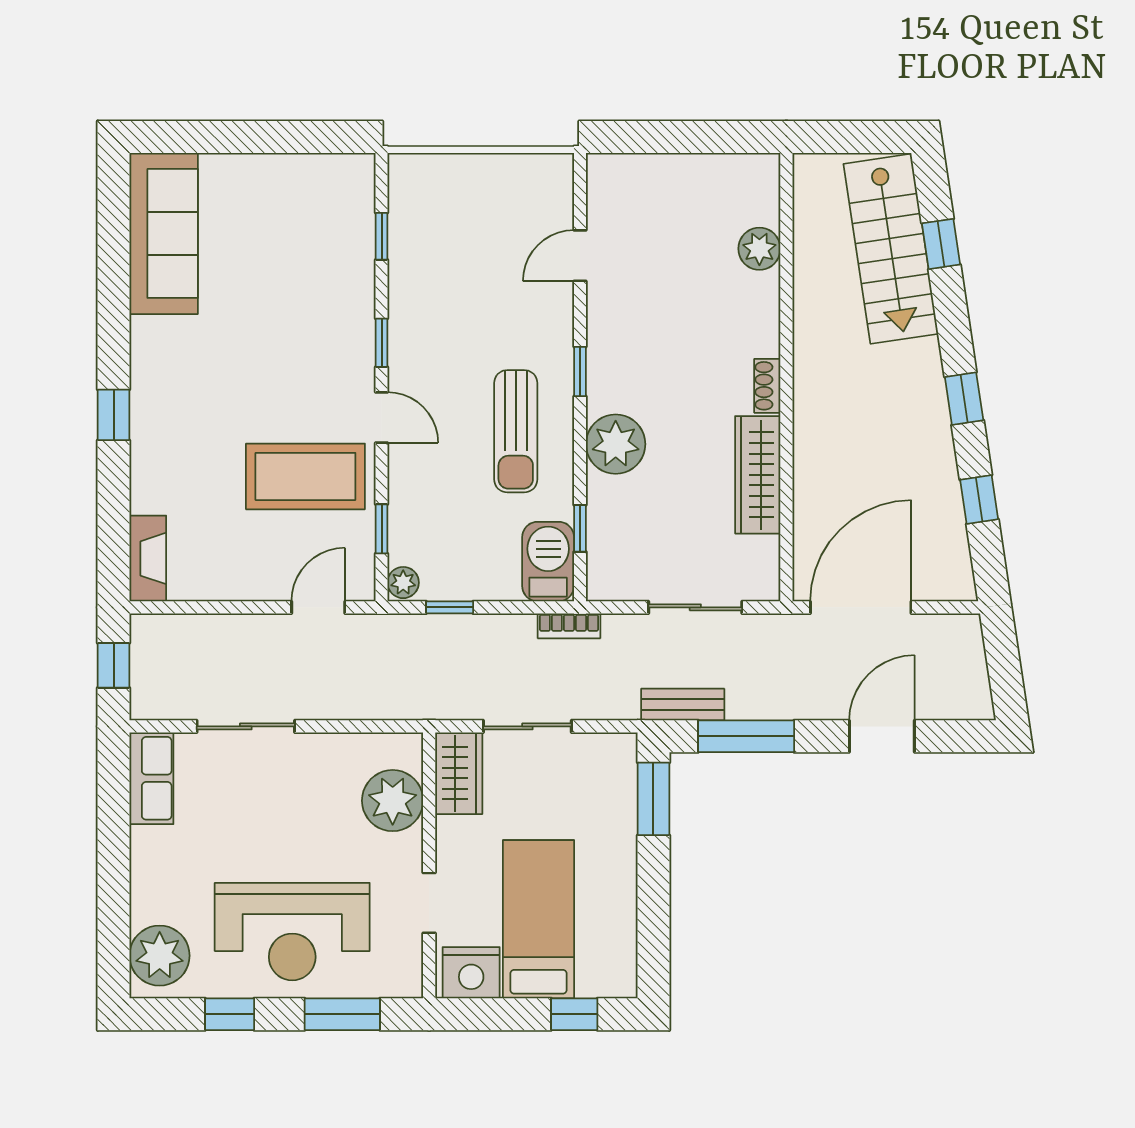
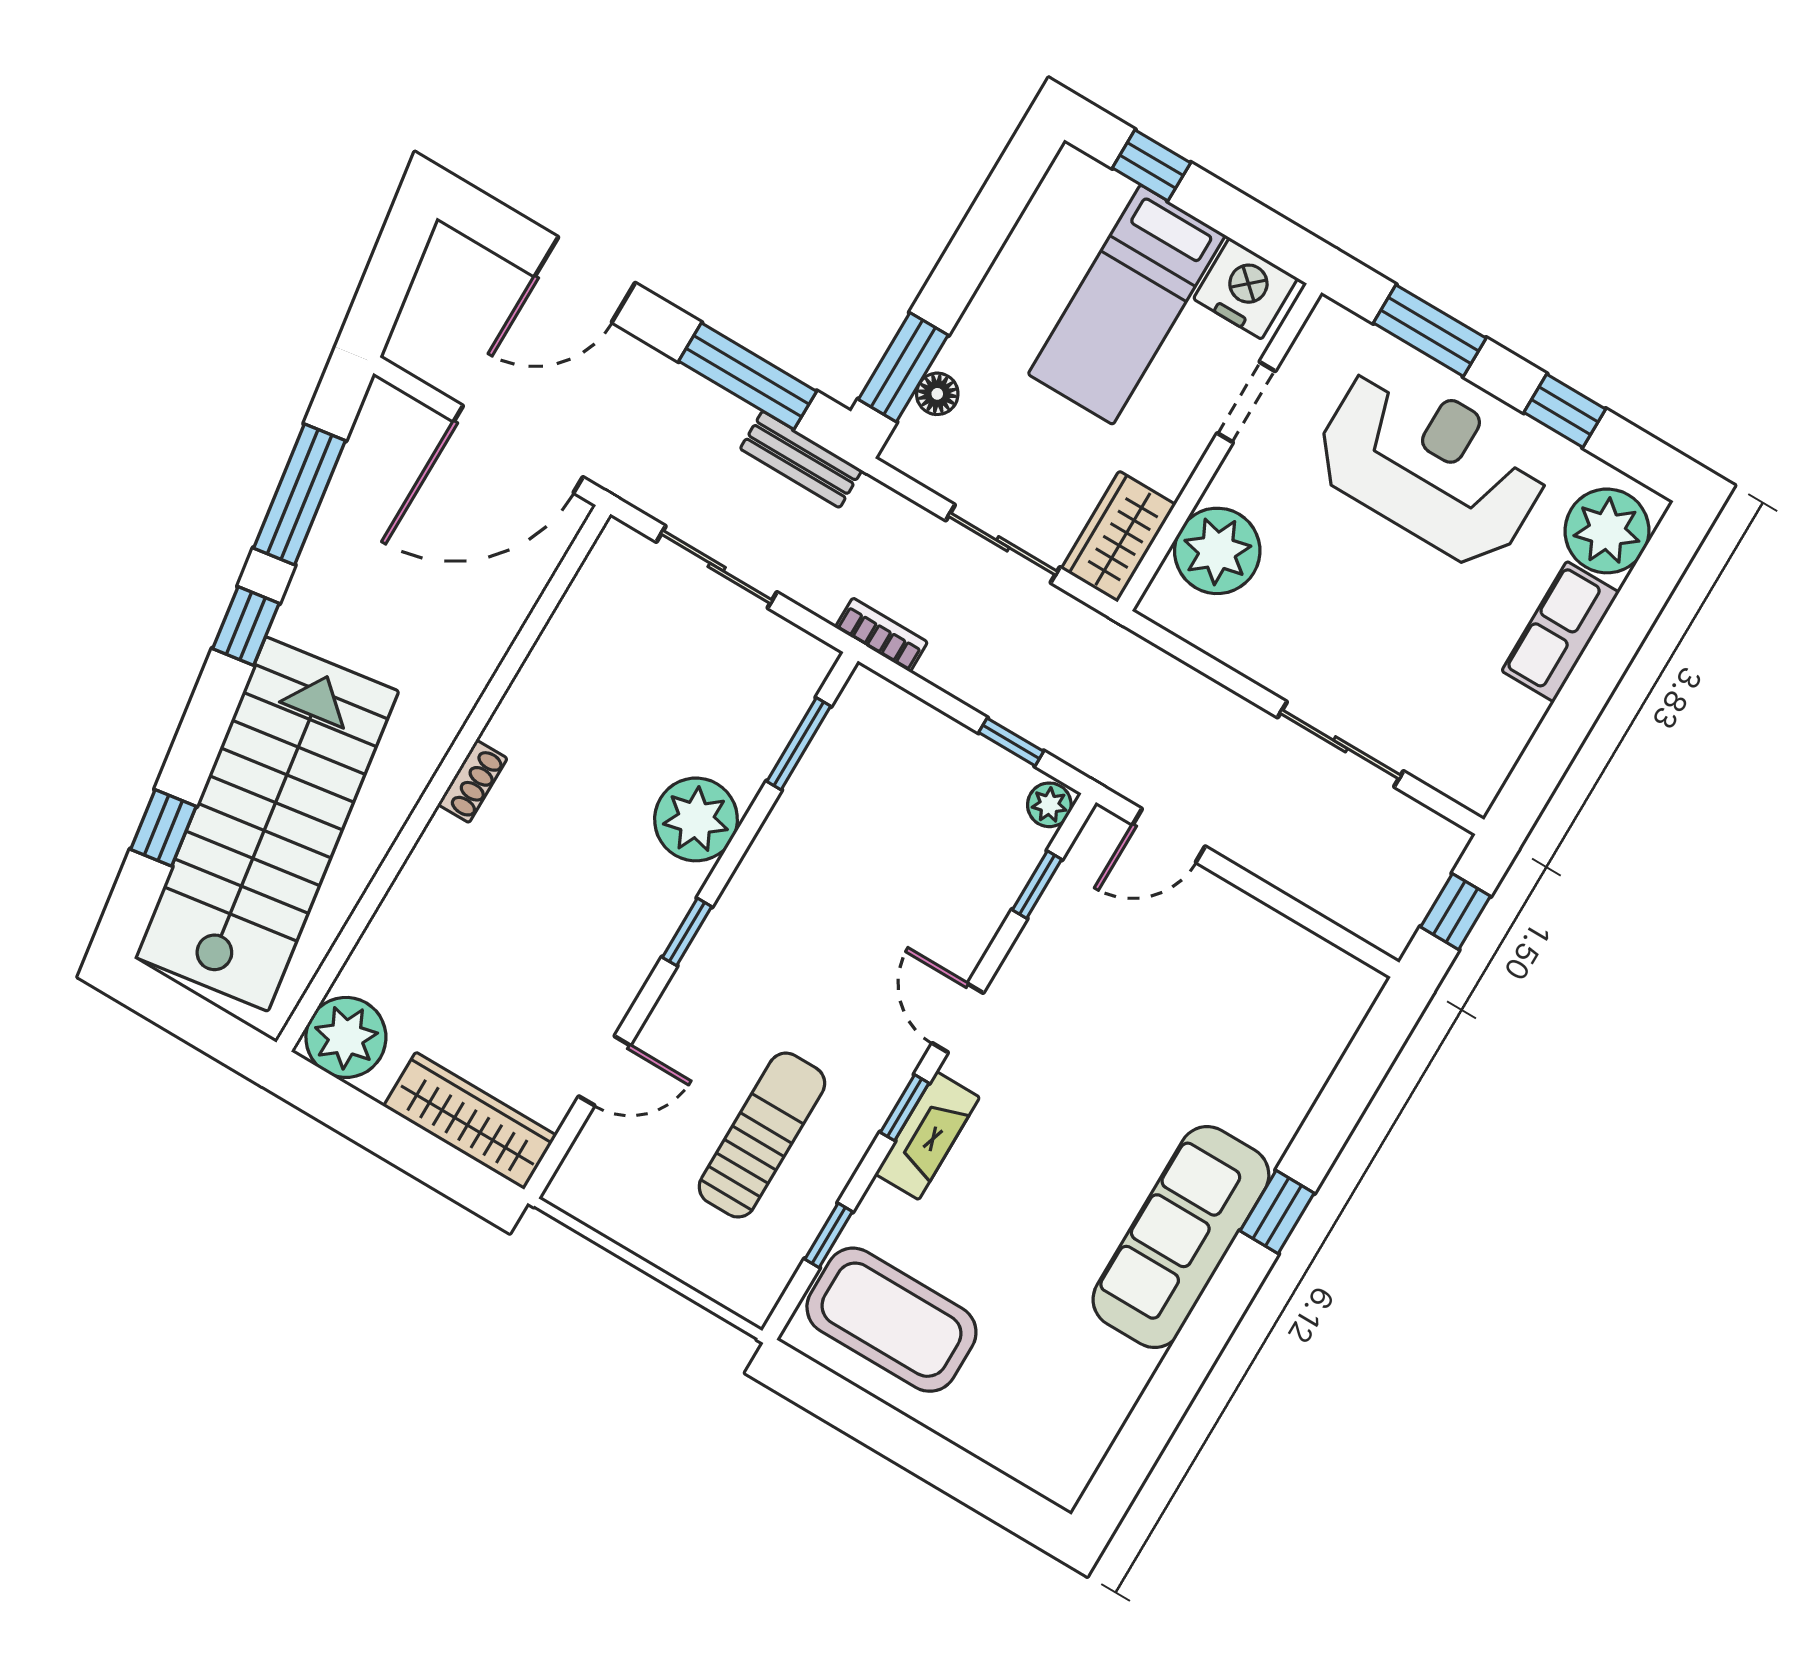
sofa: (164, 233) -> (1181, 1237), moved
plant: (759, 249) -> (346, 1037), moved, width x1.36, depth x1.36
stairs: (891, 249) -> (267, 824), width x1.36, depth x1.51
sun lounger: (516, 431) -> (762, 1135), moved
wardrobe: (758, 475) -> (470, 1121), moved, turned -90
coffee table: (305, 476) -> (891, 1320), moved
window: (979, 499) -> (300, 494), width x2.17
window: (580, 528) -> (799, 744), width x1.50
fireplace: (148, 558) -> (927, 1136), moved, turned 180
barbecue: (548, 562) -> (861, 727), removed
row of seats: (151, 778) -> (1560, 632), moved
floor lamp: (623, 795) -> (937, 394), added

